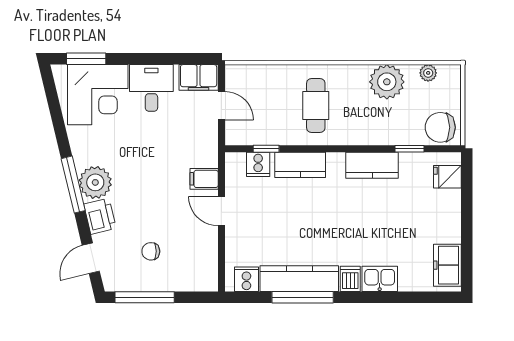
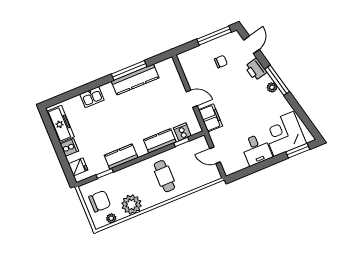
filing cabinet: (199, 77) -> (233, 165), removed
chair: (440, 127) -> (100, 201), moved
filing cabinet: (204, 179) -> (210, 118), width x2.00
plant: (95, 182) -> (272, 87), width x0.53, depth x0.53
freezer: (447, 265) -> (61, 124), width x1.40
cooker: (246, 279) -> (69, 147), moved, turned -90
dishwasher: (350, 279) -> (108, 91), removed

